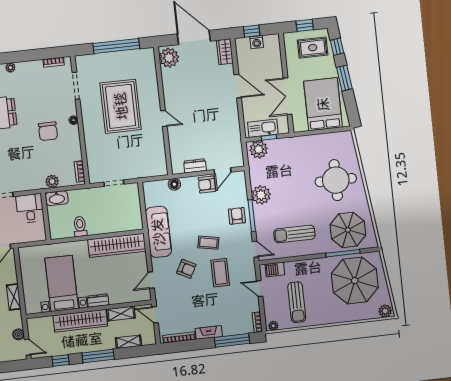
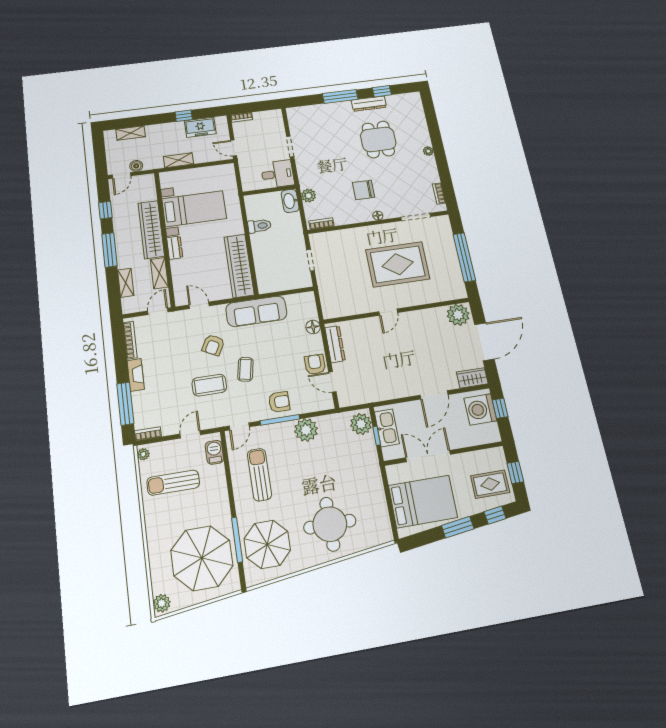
washing machine: (257, 42) -> (480, 409), width x1.89, depth x1.89
rug: (313, 48) -> (490, 484), turned 90
dresser: (195, 166) -> (335, 344), width x1.44

